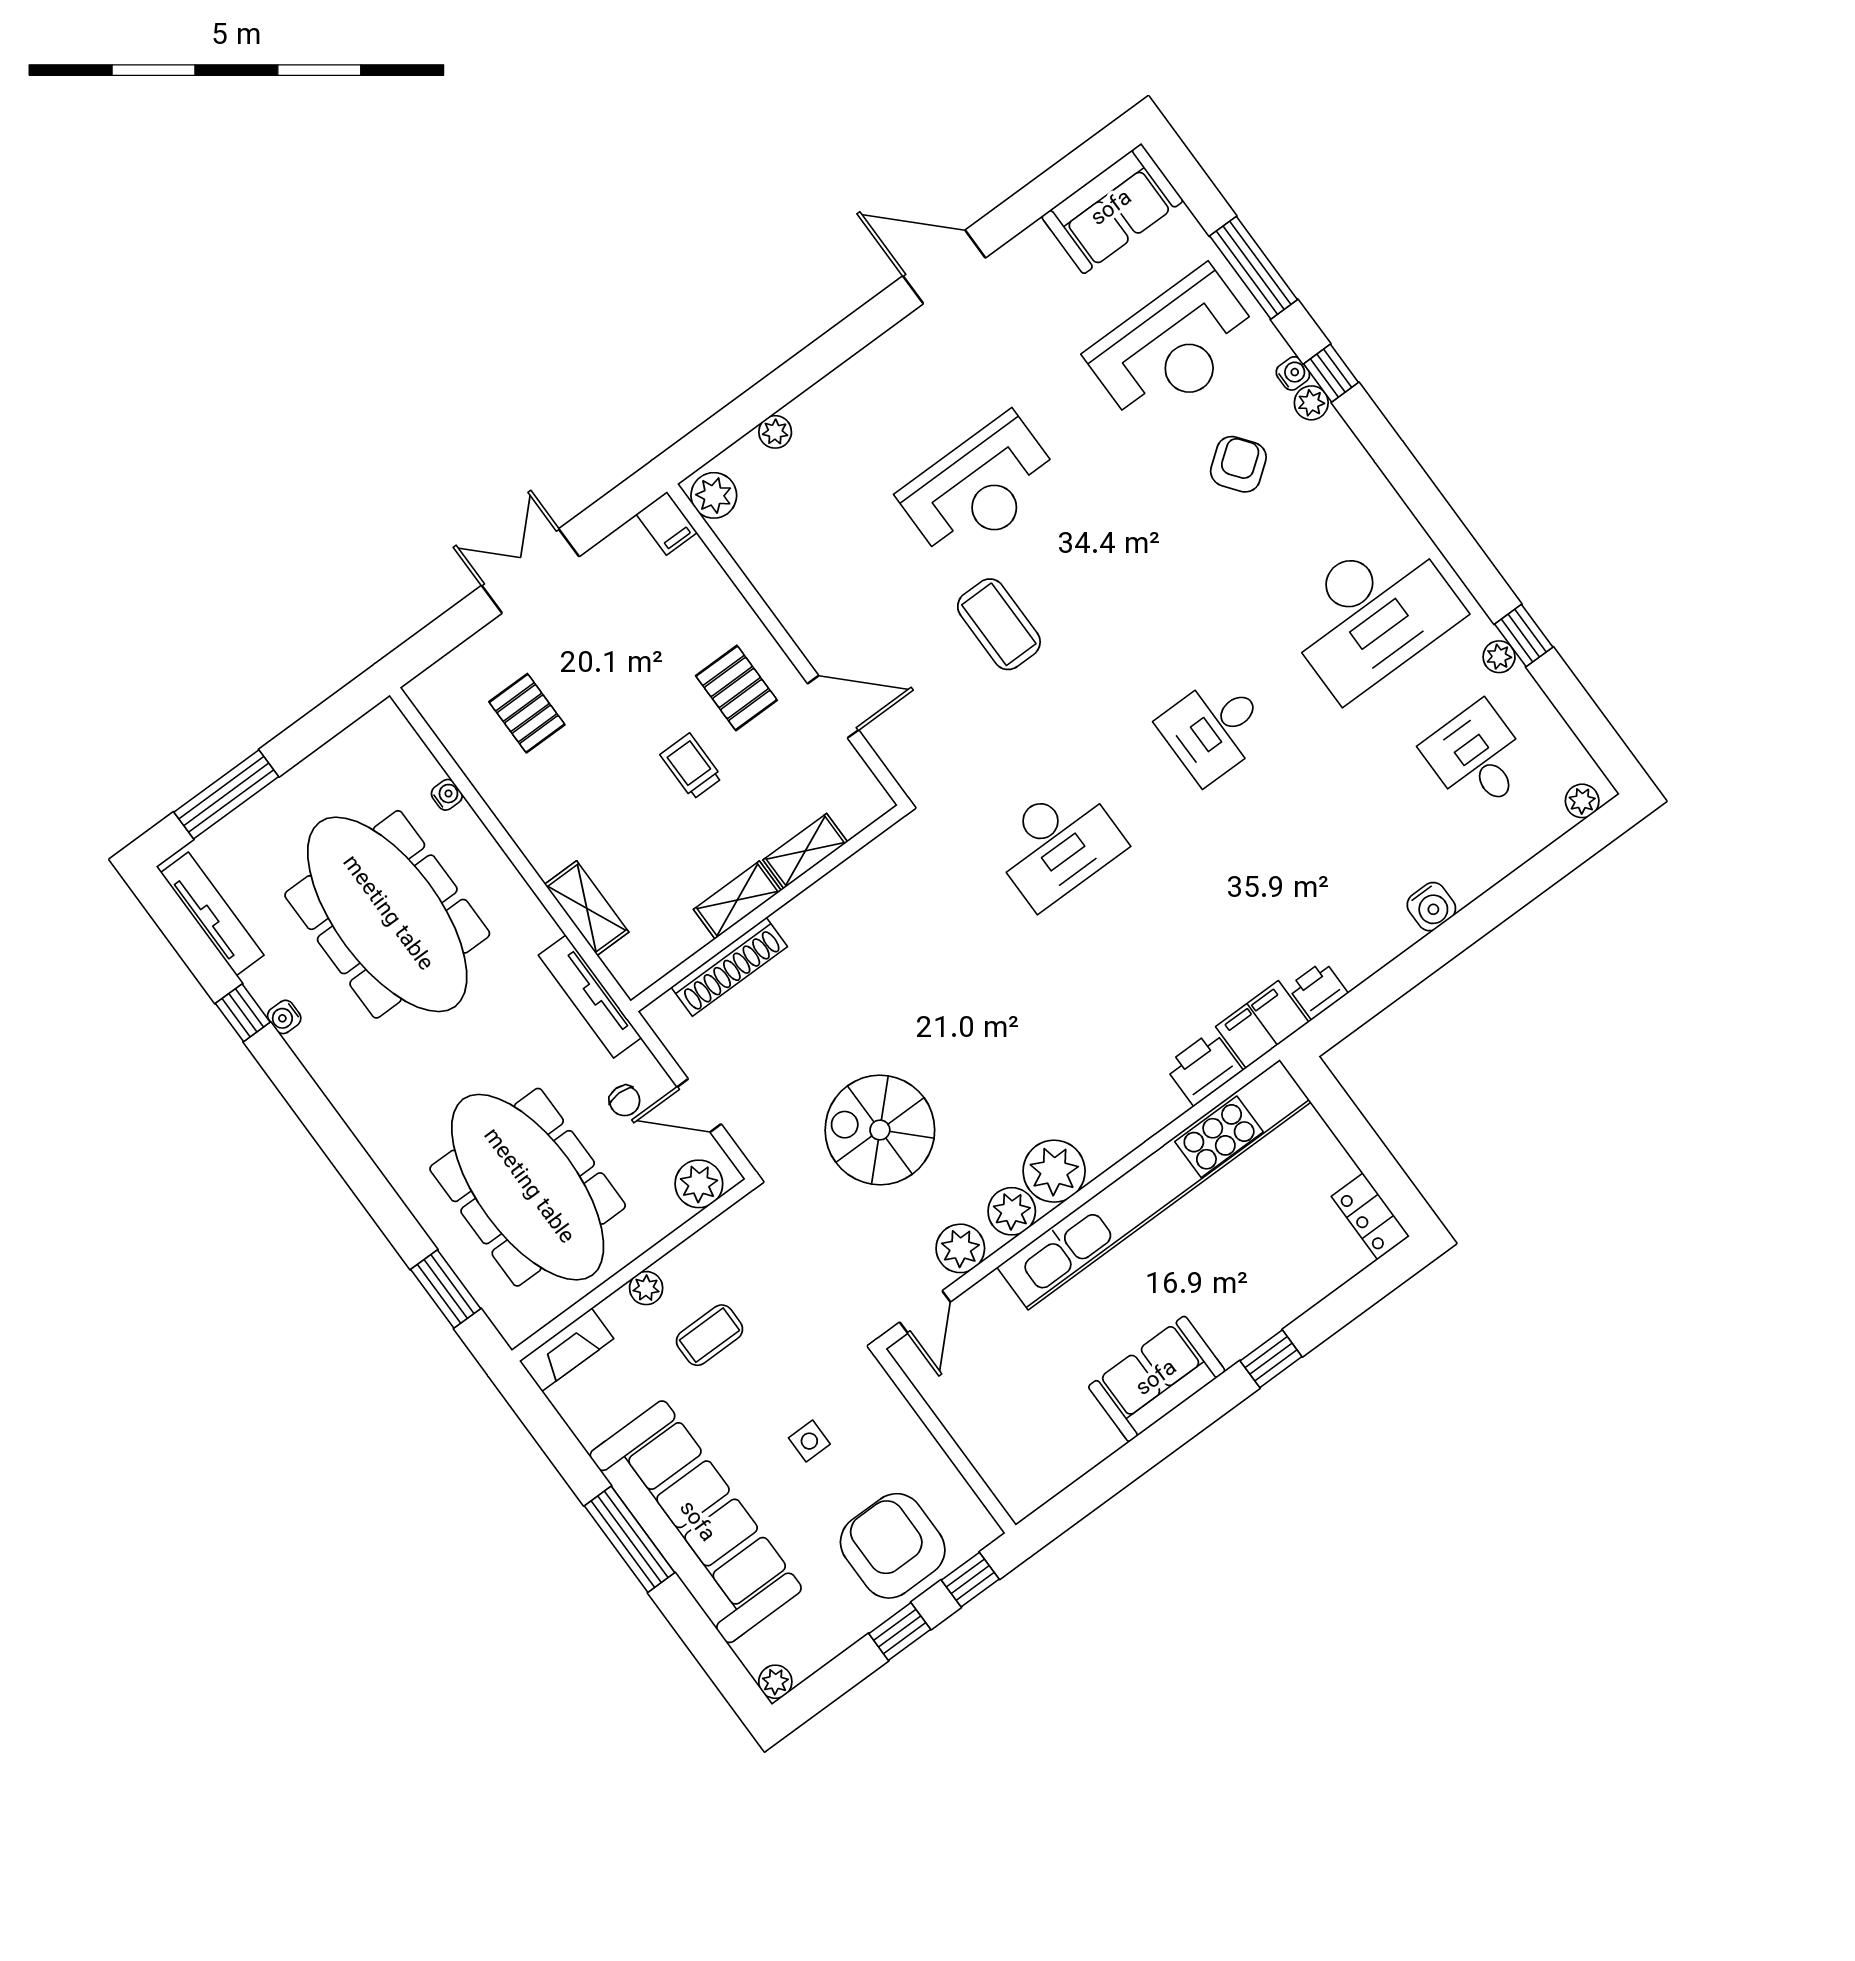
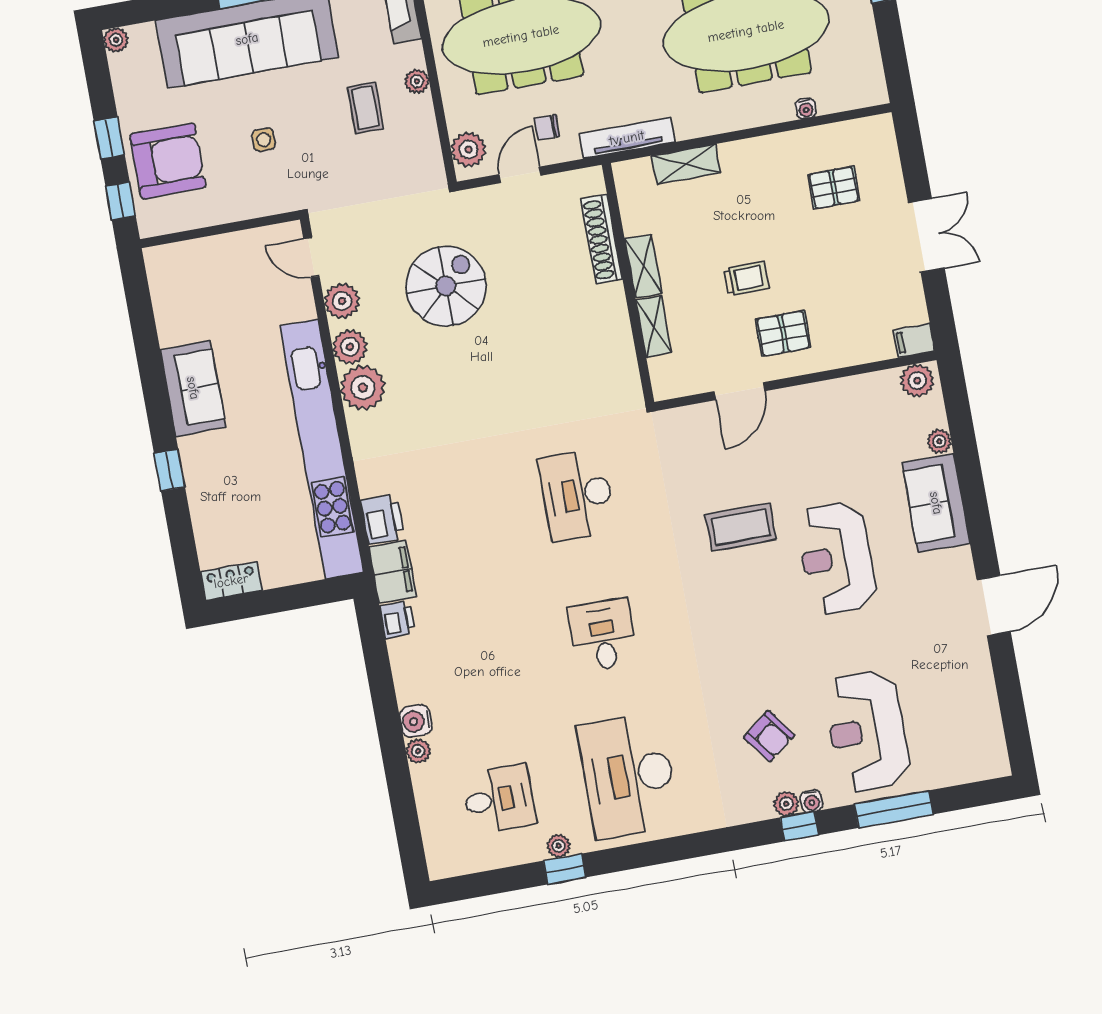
sofa: (1112, 209) -> (936, 503), moved
plant: (1582, 801) -> (418, 751), moved

